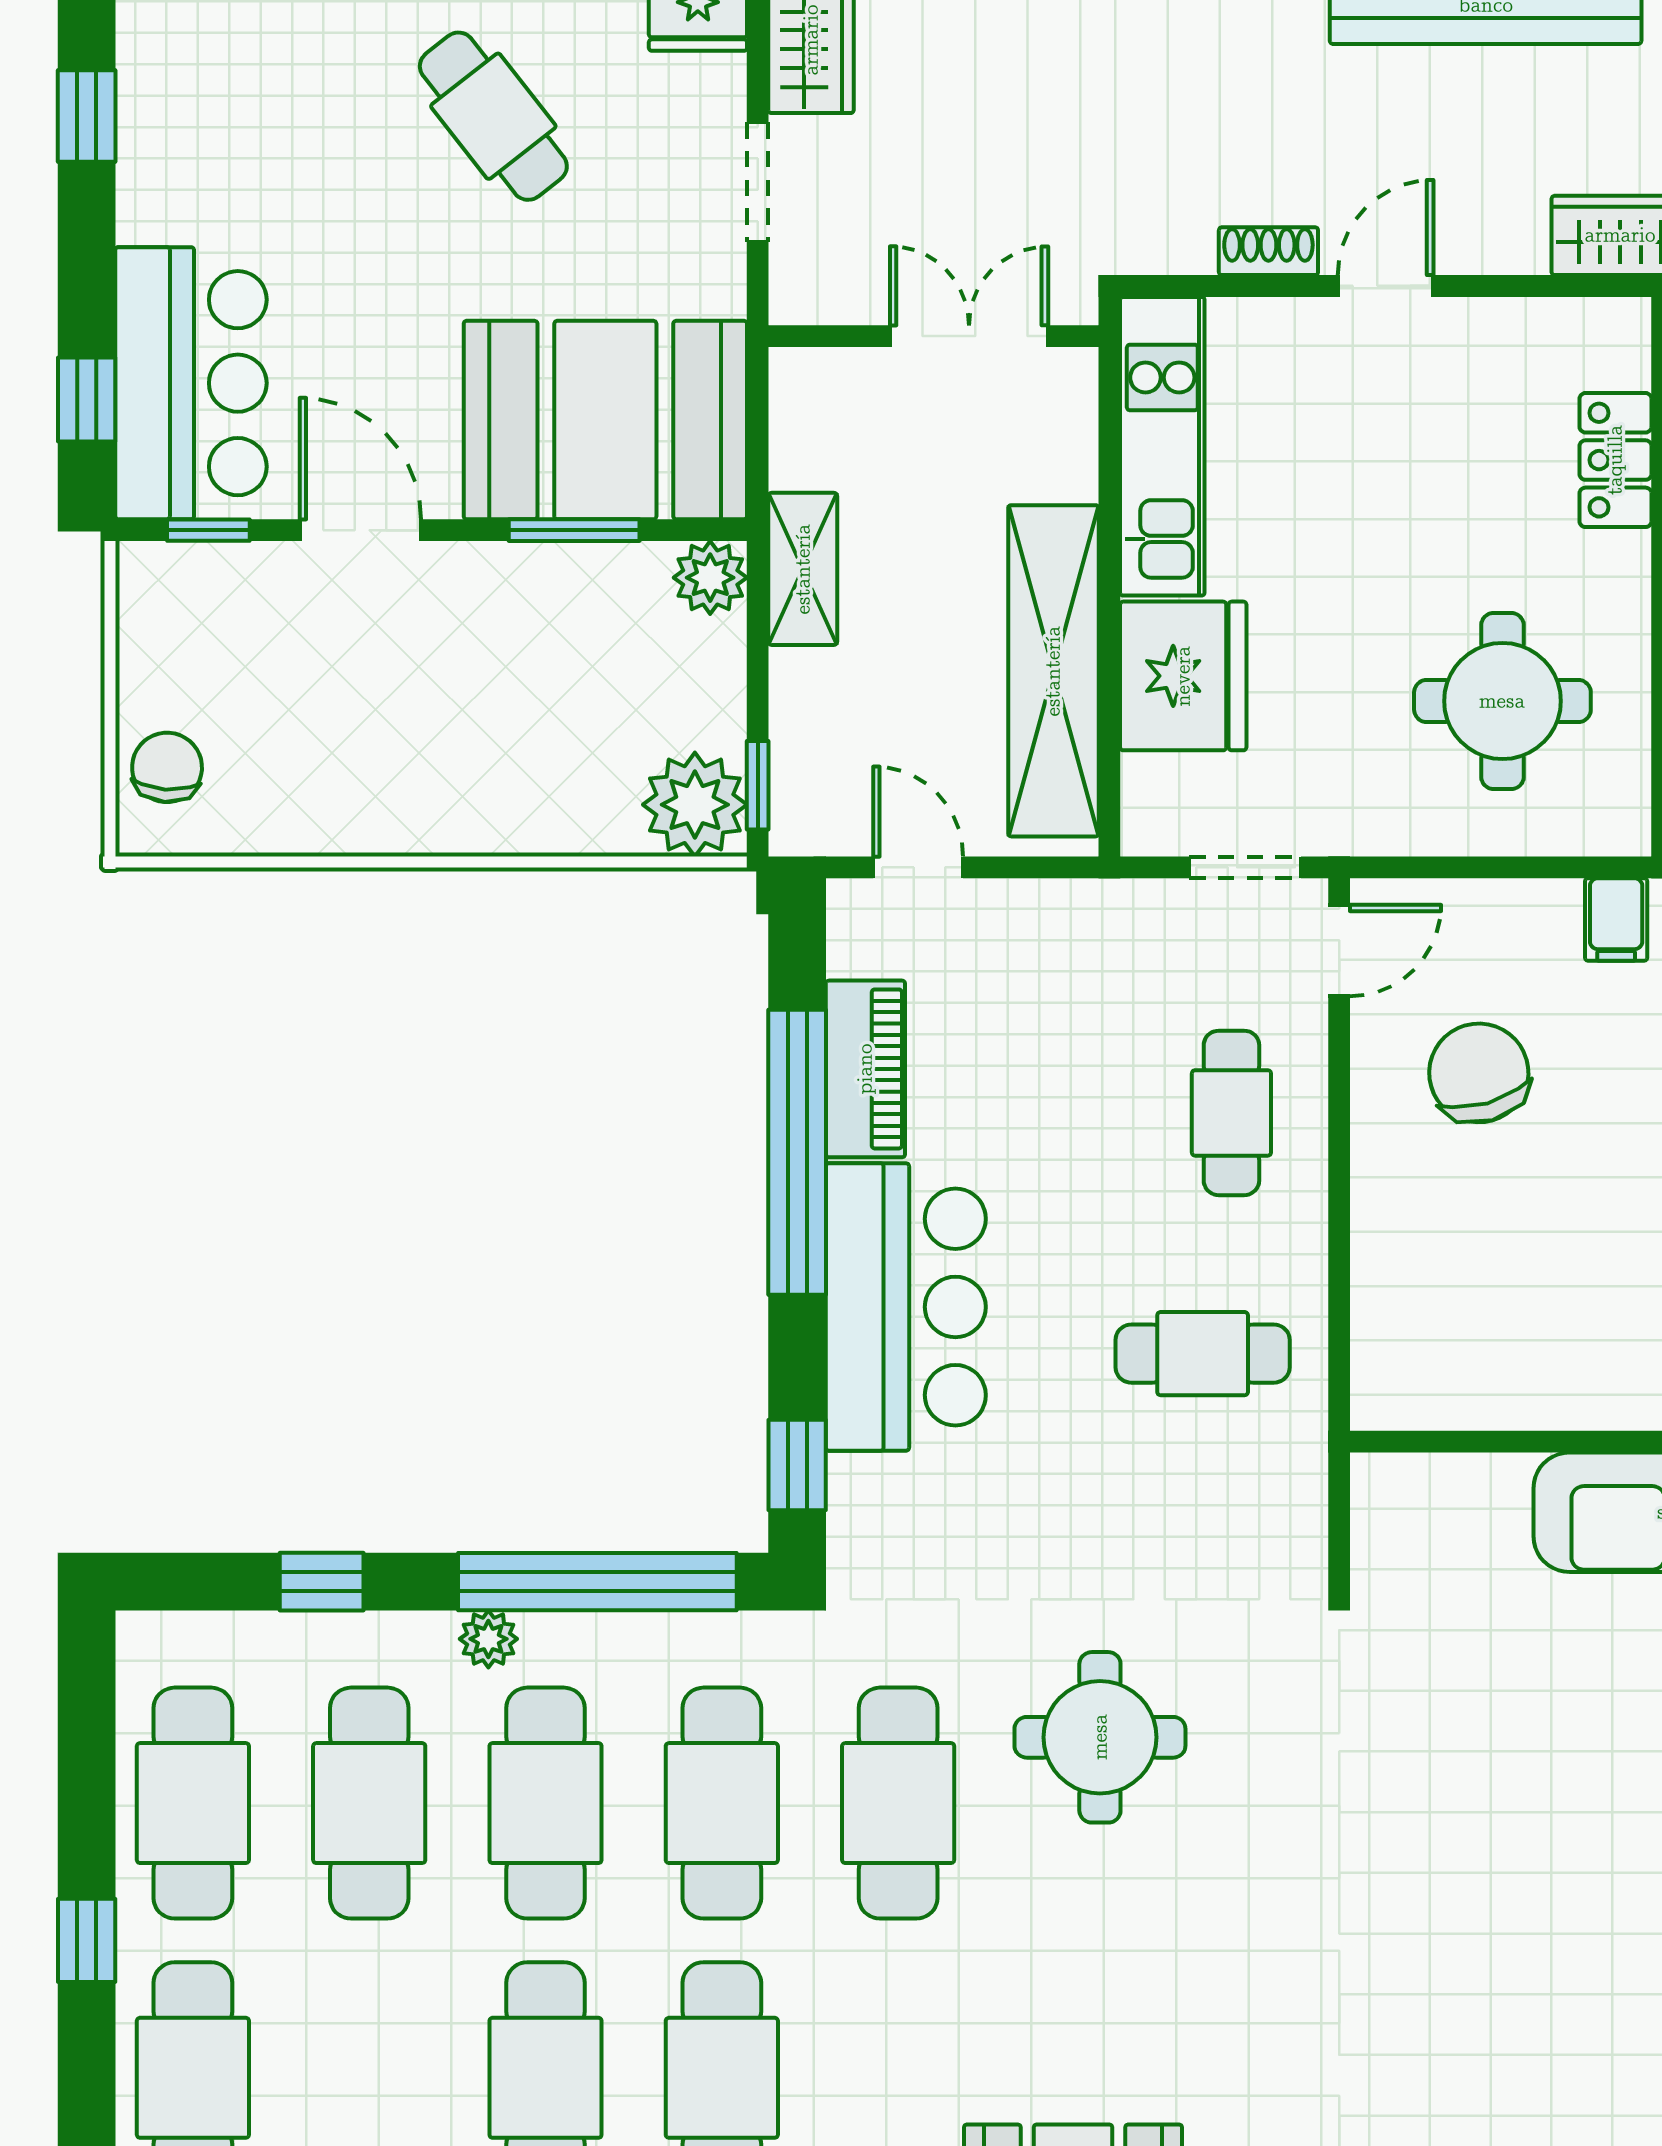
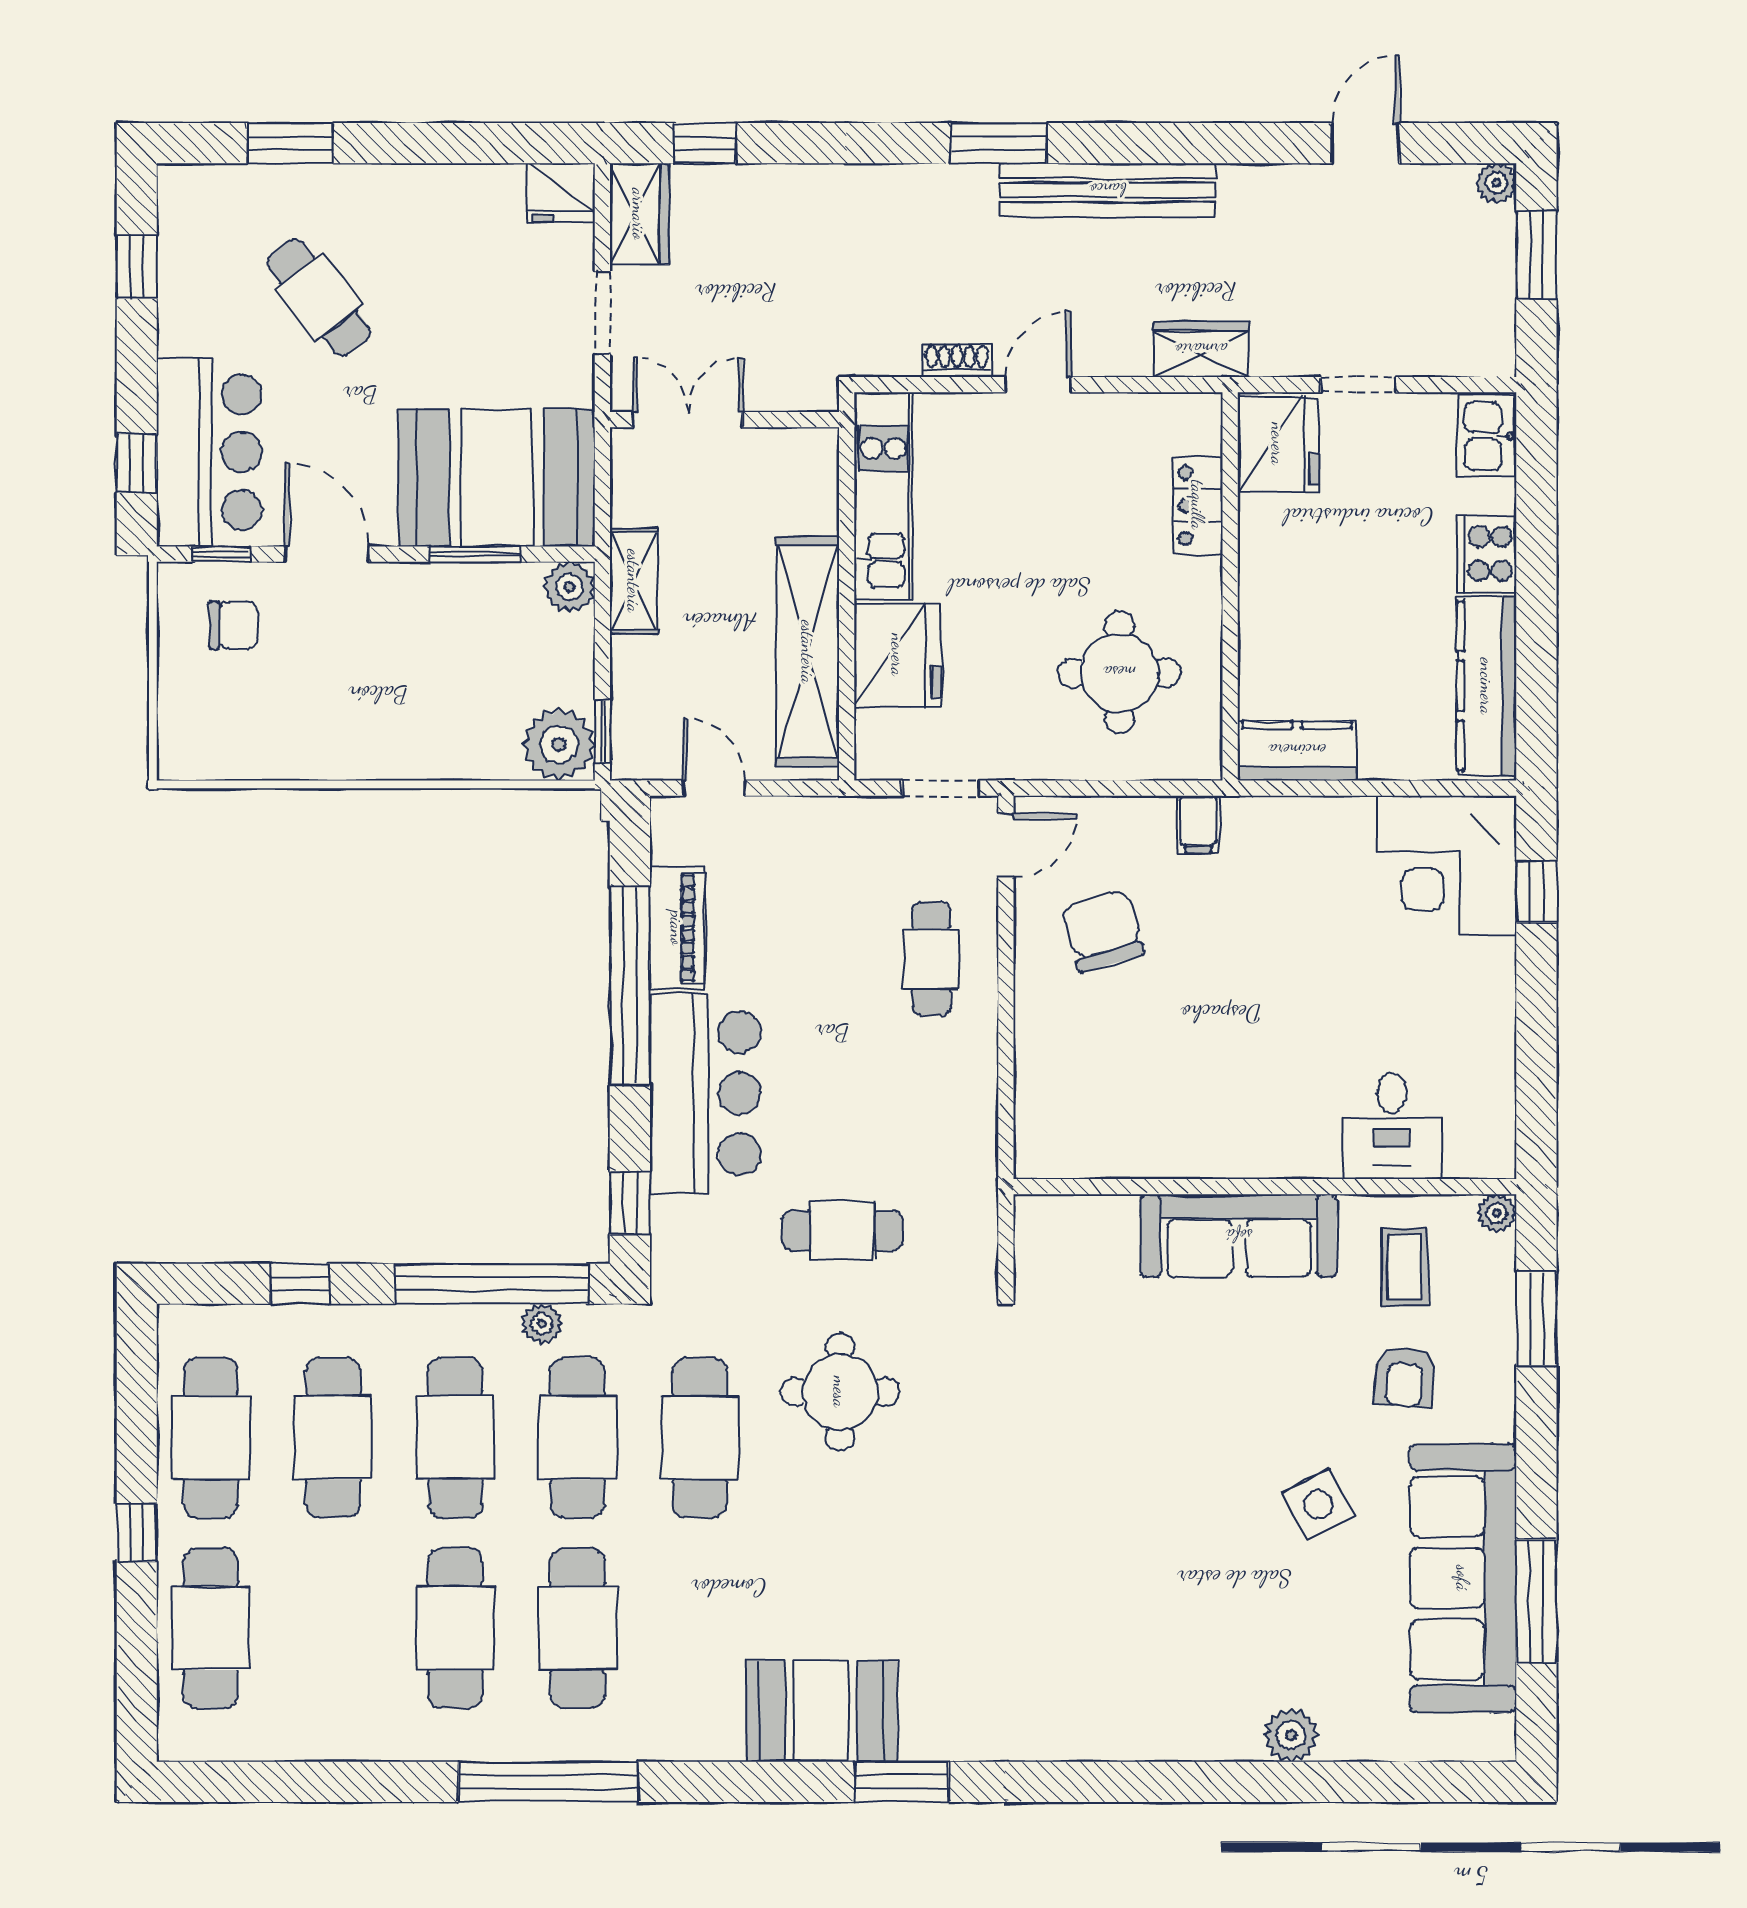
cafe table: (493, 116) -> (319, 297), moved
double door: (969, 336) -> (688, 420), moved
chair: (167, 767) -> (233, 625), moved, turned 86
cafe table: (1203, 1354) -> (843, 1230), moved
plant: (488, 1639) -> (542, 1324), moved

